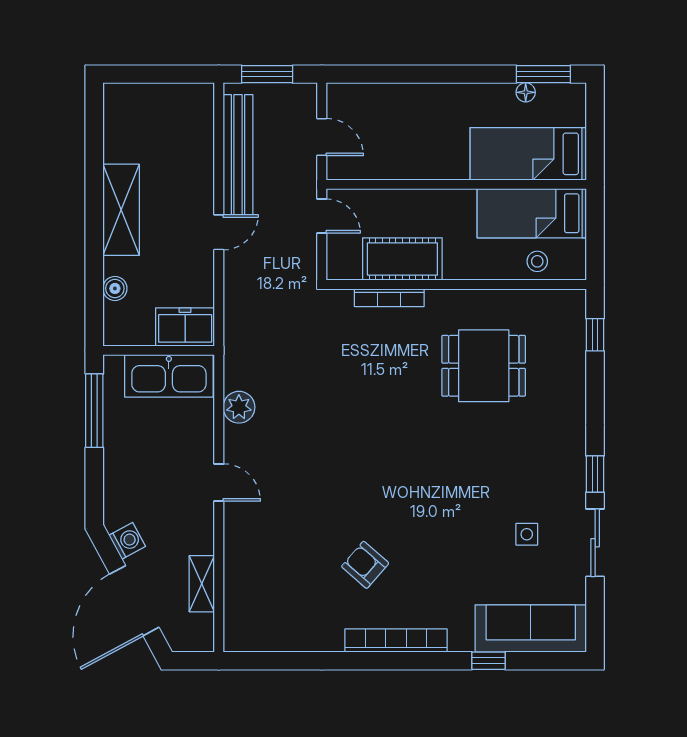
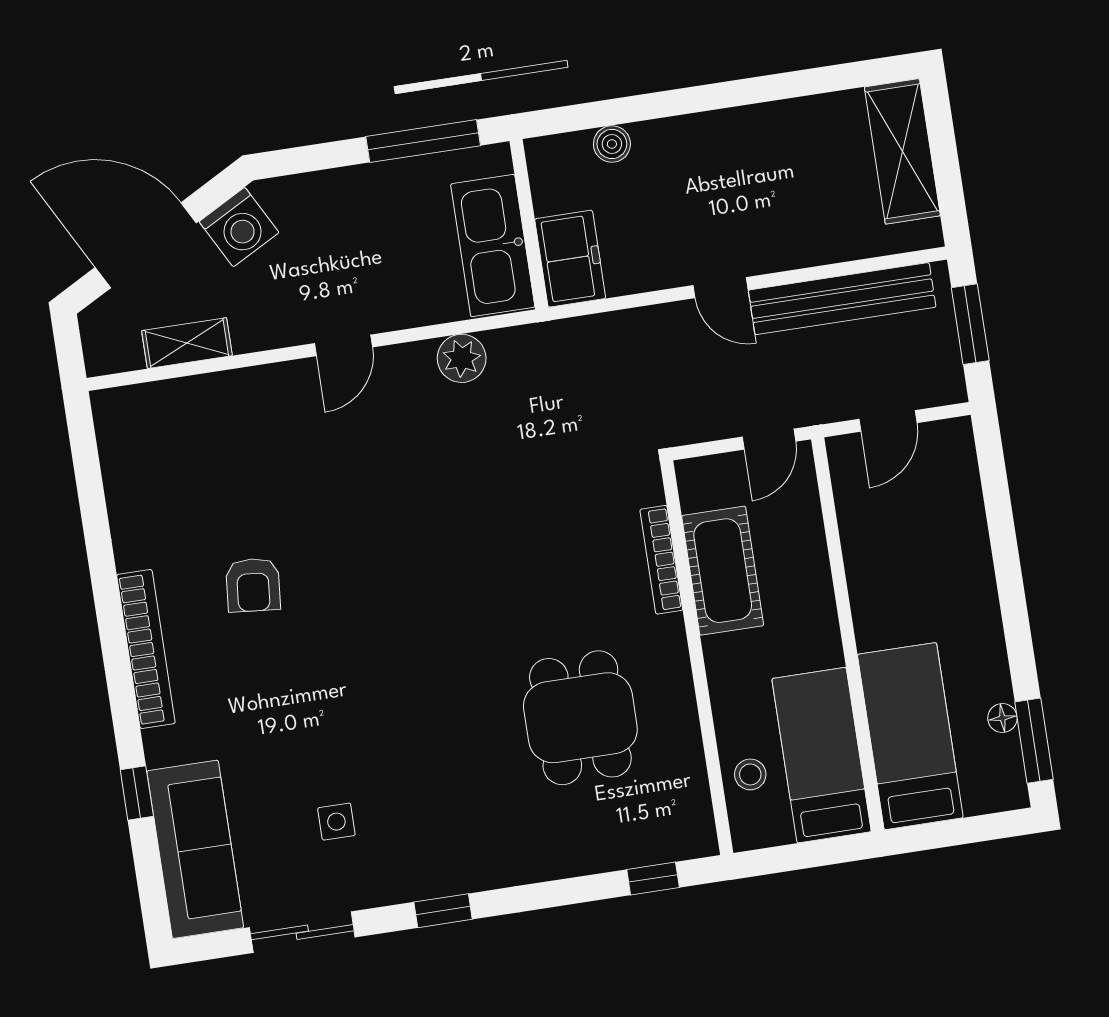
shelving: (121, 210) -> (902, 151), moved, turned 90
washing machine: (127, 541) -> (239, 227), width x1.38, depth x1.38
sliding door: (595, 543) -> (302, 932), moved
armchair: (365, 565) -> (253, 585), turned 144

